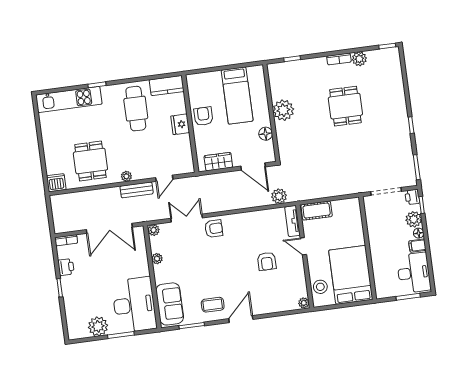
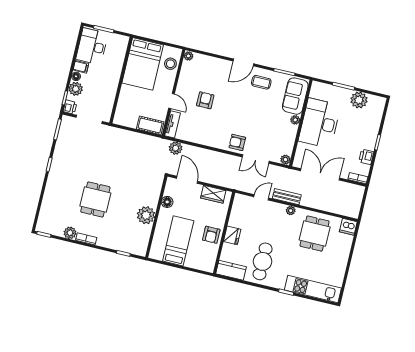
plant: (157, 259) -> (295, 120), moved
desk: (134, 305) -> (320, 123), moved

